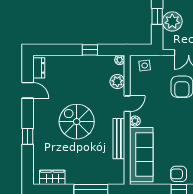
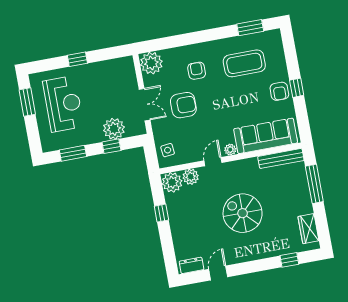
plant: (120, 60) -> (172, 182), width x1.87, depth x1.87
door: (127, 104) -> (213, 162), hinge flipped
spiral stairs: (77, 122) -> (243, 213), turned 90
window: (28, 136) -> (289, 260), moved
bench: (119, 139) -> (281, 158), moved

